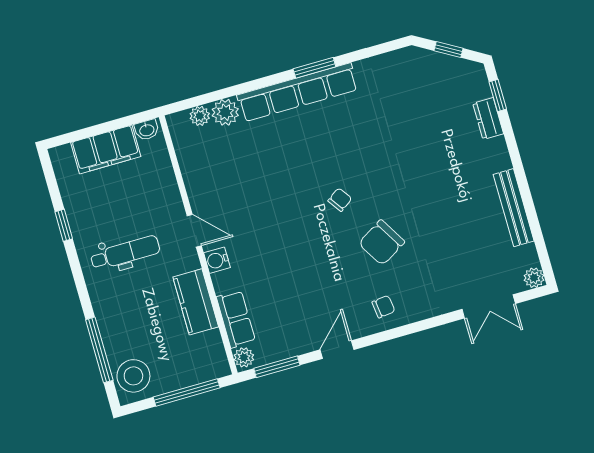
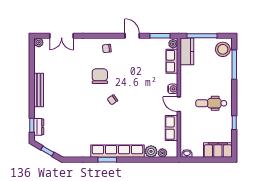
dresser: (488, 118) -> (39, 127), moved
filing cabinet: (106, 149) -> (218, 150), moved
row of seats: (195, 175) -> (172, 128), added
bench: (514, 208) -> (39, 90), moved
chair: (382, 243) -> (100, 76), turned -59
kitchen counter: (196, 302) -> (187, 51), moved
double door: (489, 306) -> (62, 36), swing flipped
door: (337, 350) -> (132, 36), swing flipped

